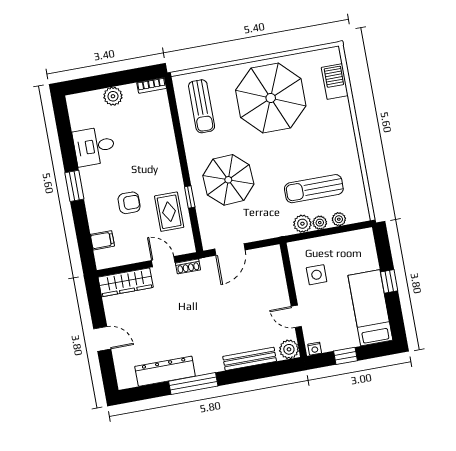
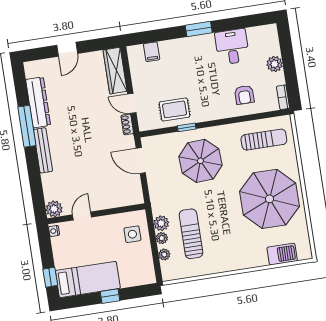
sun lounger: (202, 106) -> (264, 140), turned 180
armchair: (129, 203) -> (244, 95), moved
door: (163, 262) -> (132, 103), swing flipped
side table: (317, 275) -> (132, 234), moved
window: (346, 356) -> (50, 277), moved
bench: (250, 359) -> (43, 150), moved

